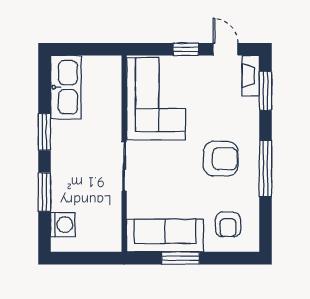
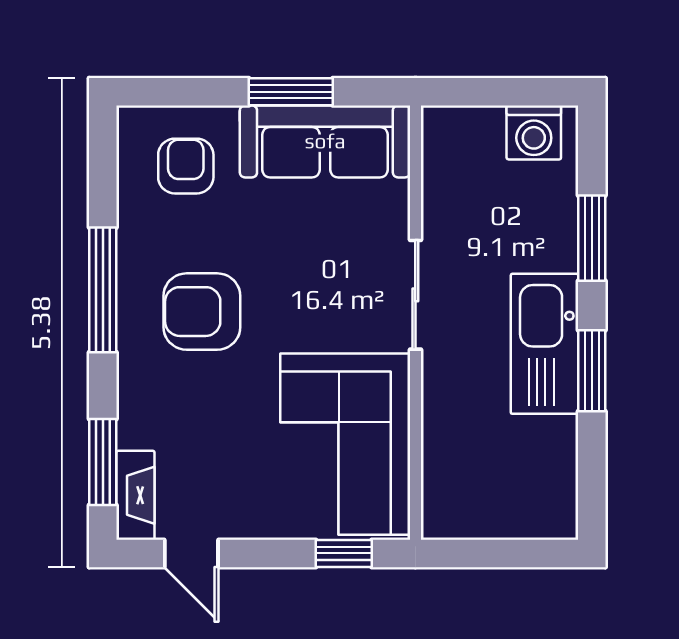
window: (186, 49) -> (344, 553), moved
kitchen sink: (66, 87) -> (544, 344), moved
washing machine: (63, 225) -> (534, 132), moved, turned -90

